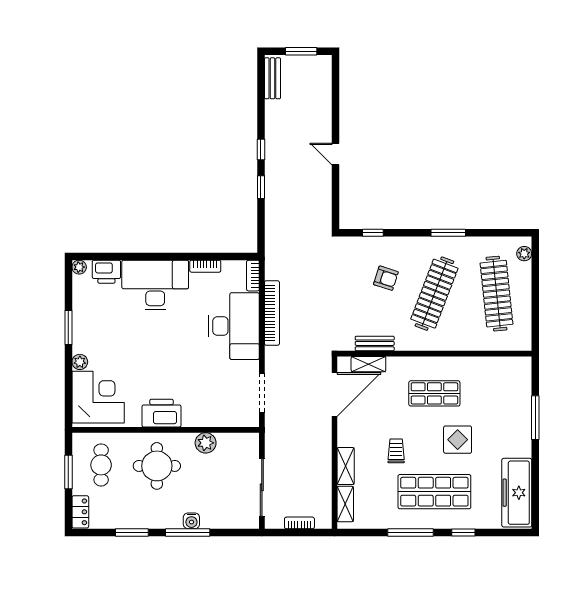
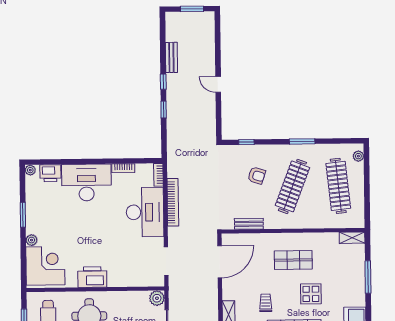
bench: (272, 78) -> (171, 57), moved
shelving: (368, 364) -> (352, 238), moved
plant: (206, 443) -> (157, 298), moved

